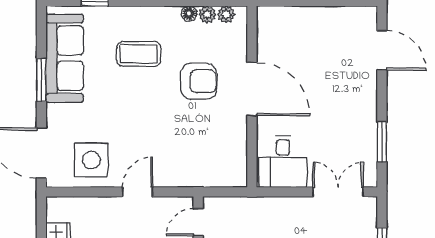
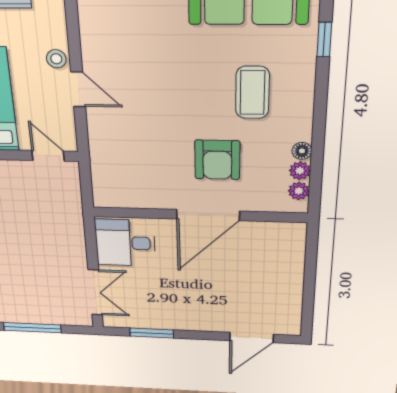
side table: (91, 160) -> (114, 34), removed
stool: (112, 207) -> (56, 59), added

